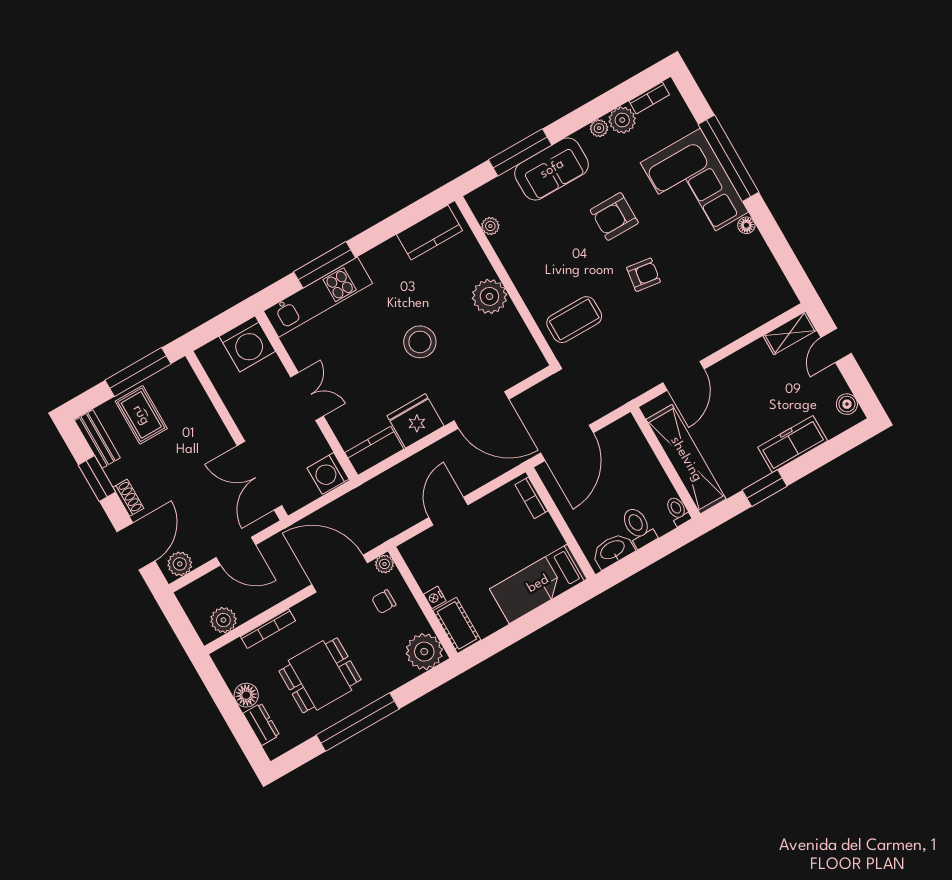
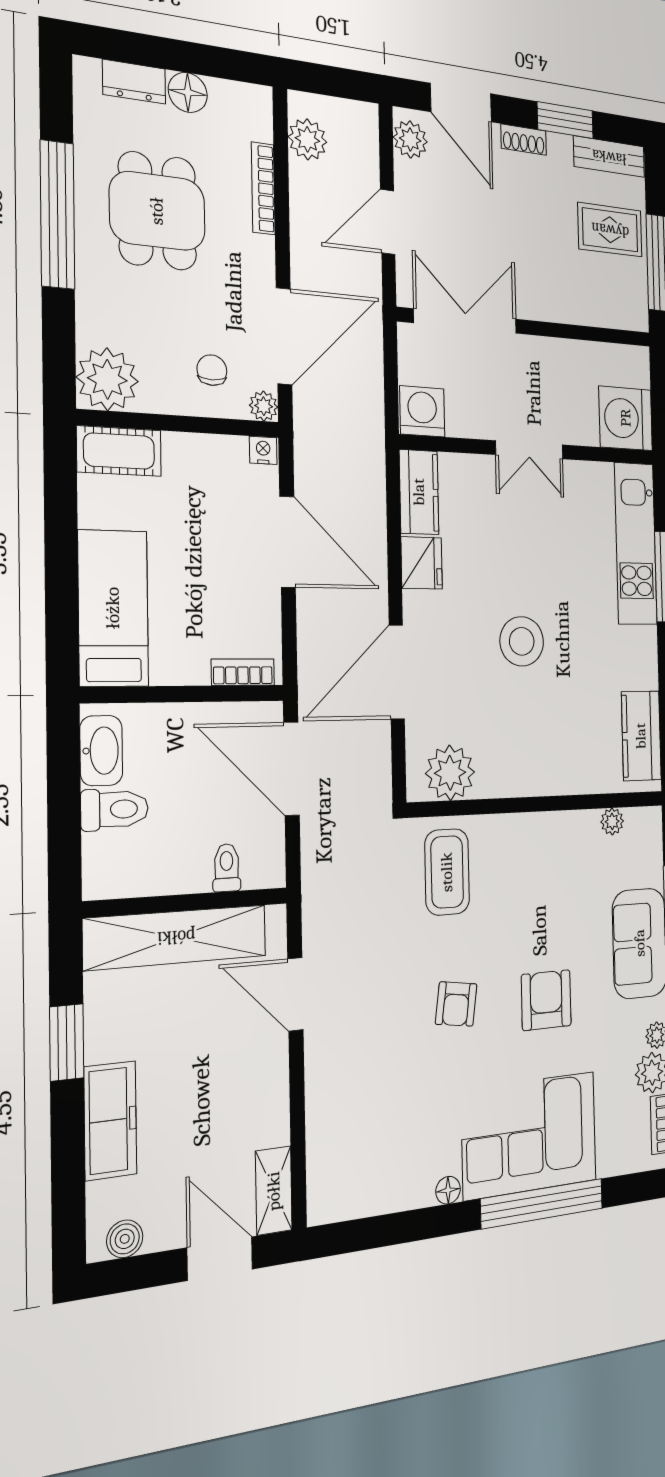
plant: (489, 296) -> (450, 773), moved
door: (836, 345) -> (220, 1258), width x1.37
fridge: (415, 421) -> (422, 563), width x0.73, depth x0.75
door: (448, 511) -> (288, 542), width x1.36
toilet: (678, 511) -> (227, 868), moved, turned -90
nightstand: (435, 597) -> (263, 450), moved

